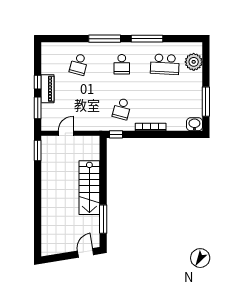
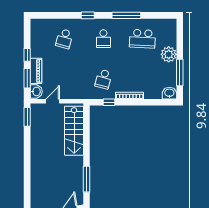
window: (105, 39) -> (88, 15), width x0.46
plant: (194, 62) -> (169, 54), moved
piano: (48, 89) -> (36, 71), moved
washbasin: (48, 122) -> (36, 91), added
window: (116, 134) -> (109, 102), moved
stairs: (89, 188) -> (74, 131), moved

